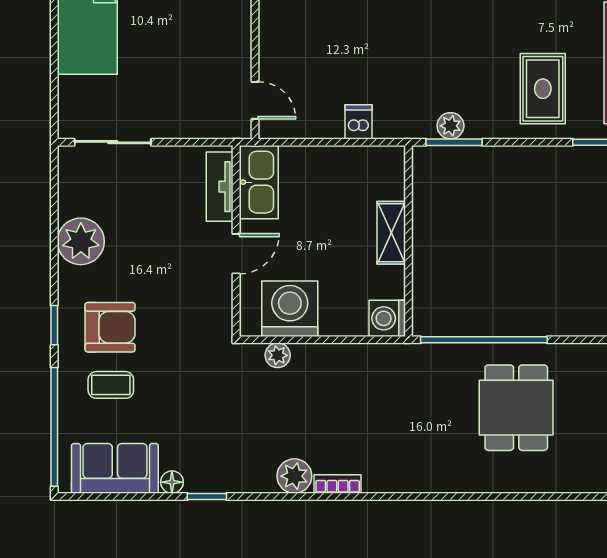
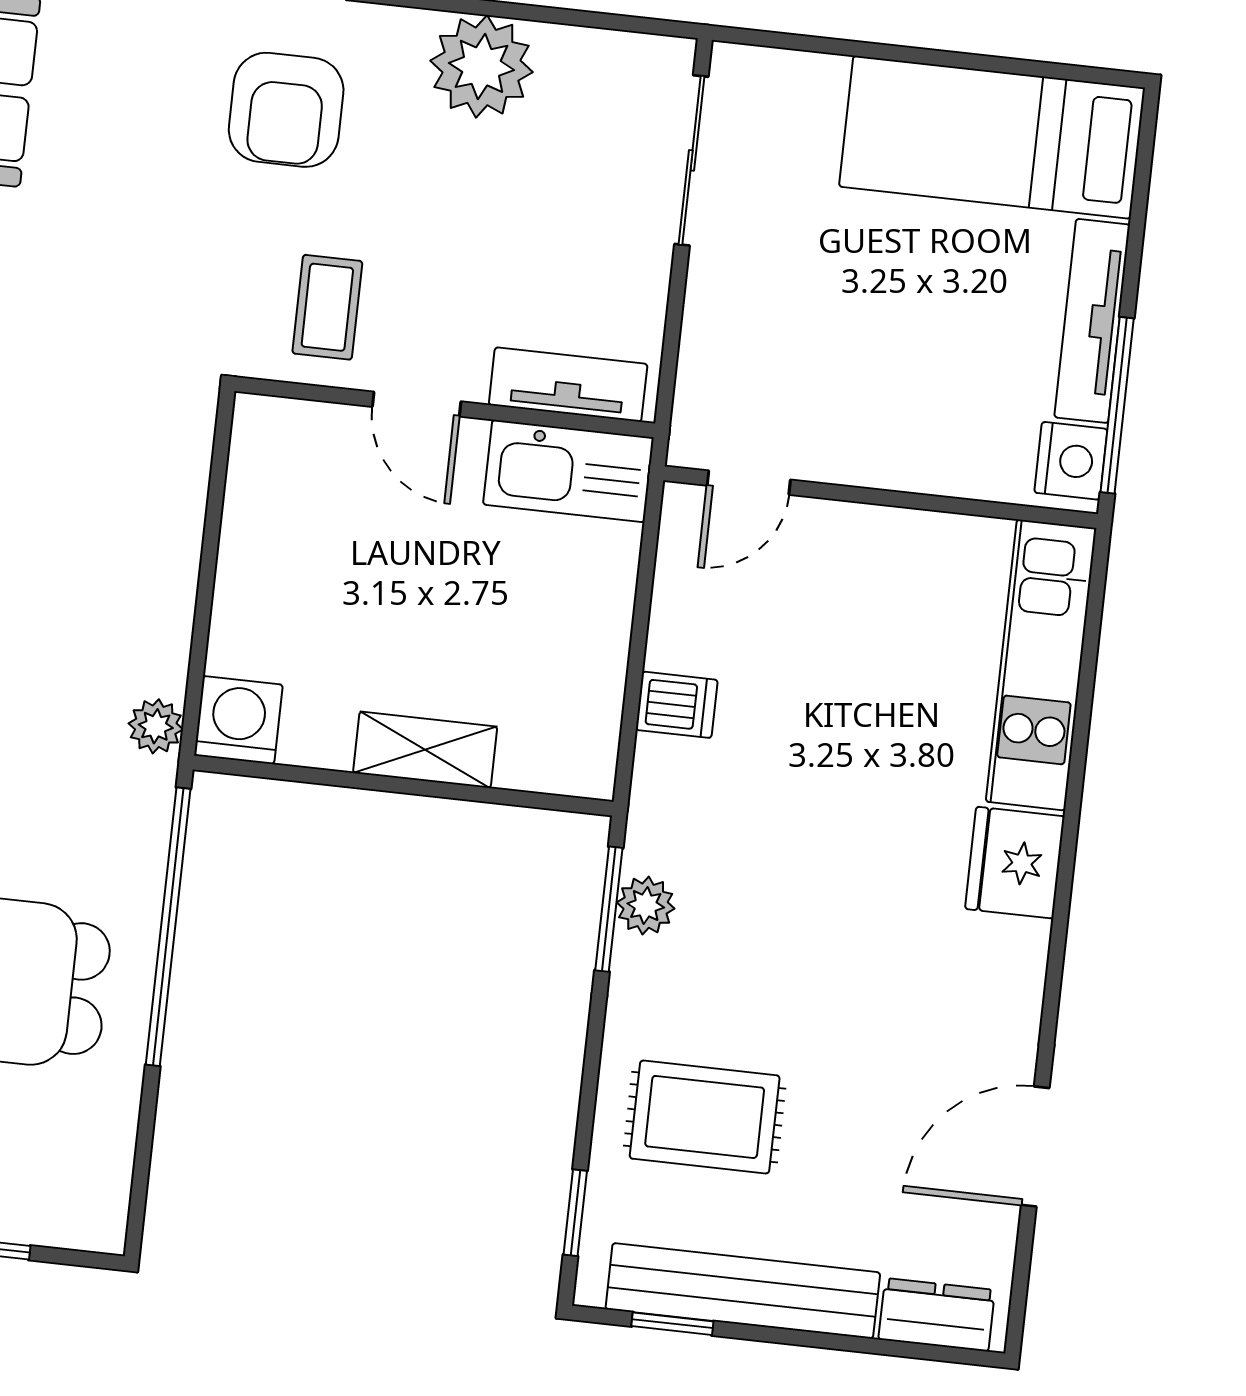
washing machine: (290, 309) -> (283, 509), removed
plant: (278, 355) -> (156, 726), moved
coffee table: (111, 385) -> (327, 307), moved

